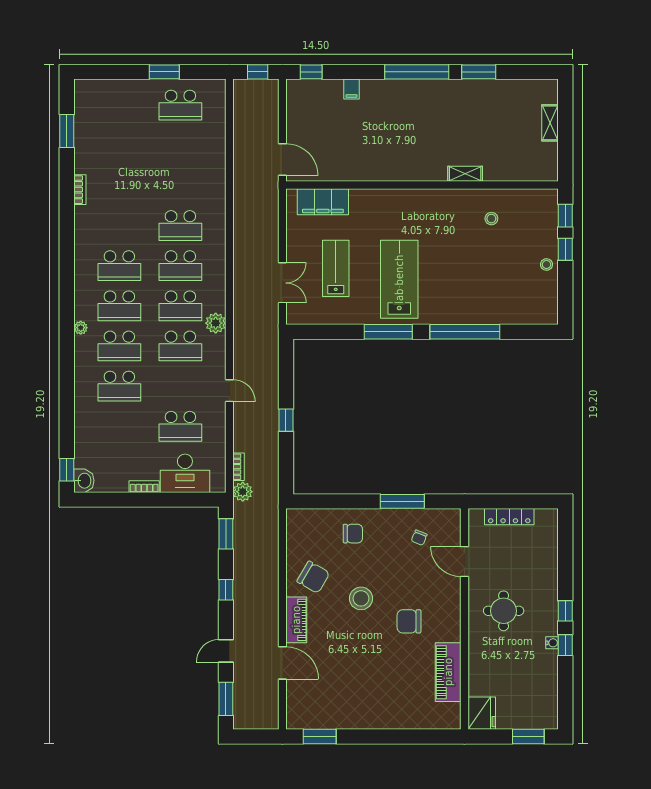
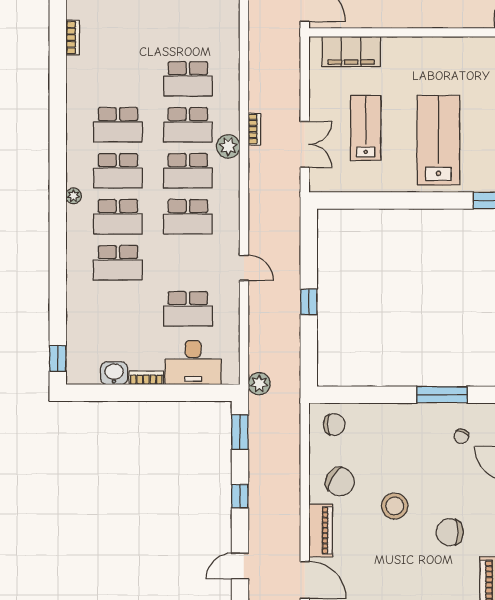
plant: (216, 323) -> (228, 146), moved
window: (388, 332) -> (426, 200), removed
bookcase: (238, 467) -> (254, 129), moved
washbasin: (84, 481) -> (114, 373), moved, turned -90
chair: (353, 534) -> (334, 424), moved

